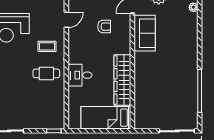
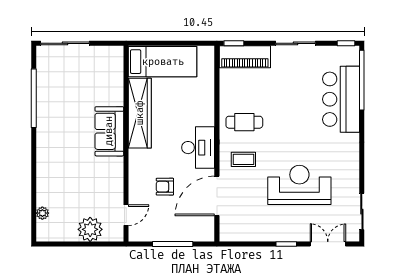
door: (66, 20) -> (217, 196), width x1.87
sofa: (145, 33) -> (109, 131), moved
desk: (80, 75) -> (198, 148), moved, width x1.37
piano: (46, 121) -> (245, 57), added

